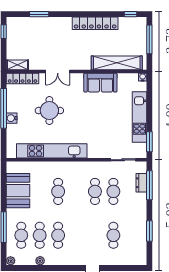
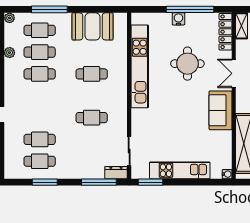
sofa: (100, 83) -> (221, 110), moved
dresser: (141, 183) -> (116, 173), moved
cafe table: (113, 191) -> (40, 161), moved

